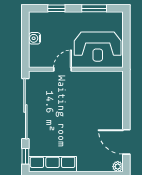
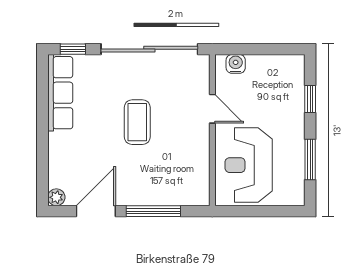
water cooler: (35, 38) -> (236, 64), moved
window: (126, 106) -> (153, 211), added
coffee table: (71, 116) -> (137, 122), added

